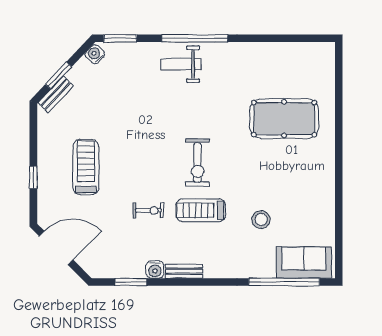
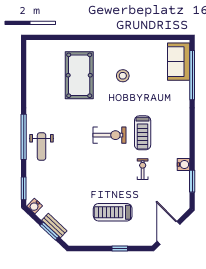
bench: (56, 94) -> (54, 225), moved
stool: (261, 219) -> (123, 76), moved
bench: (184, 271) -> (185, 145), removed

